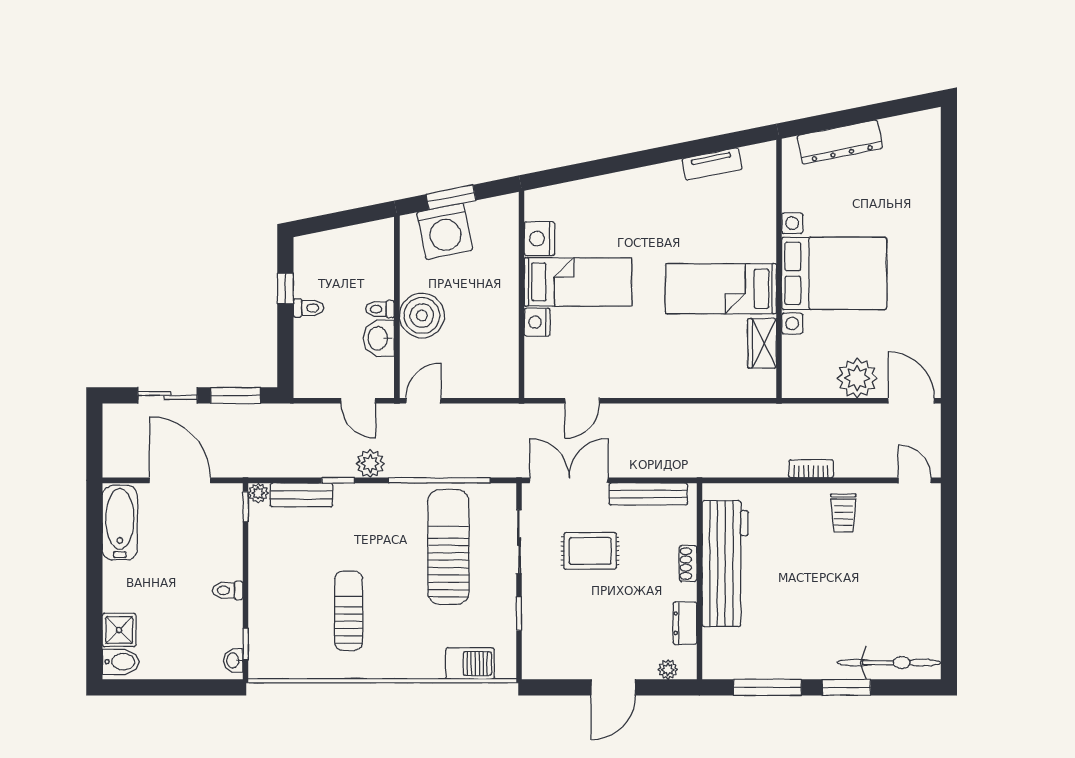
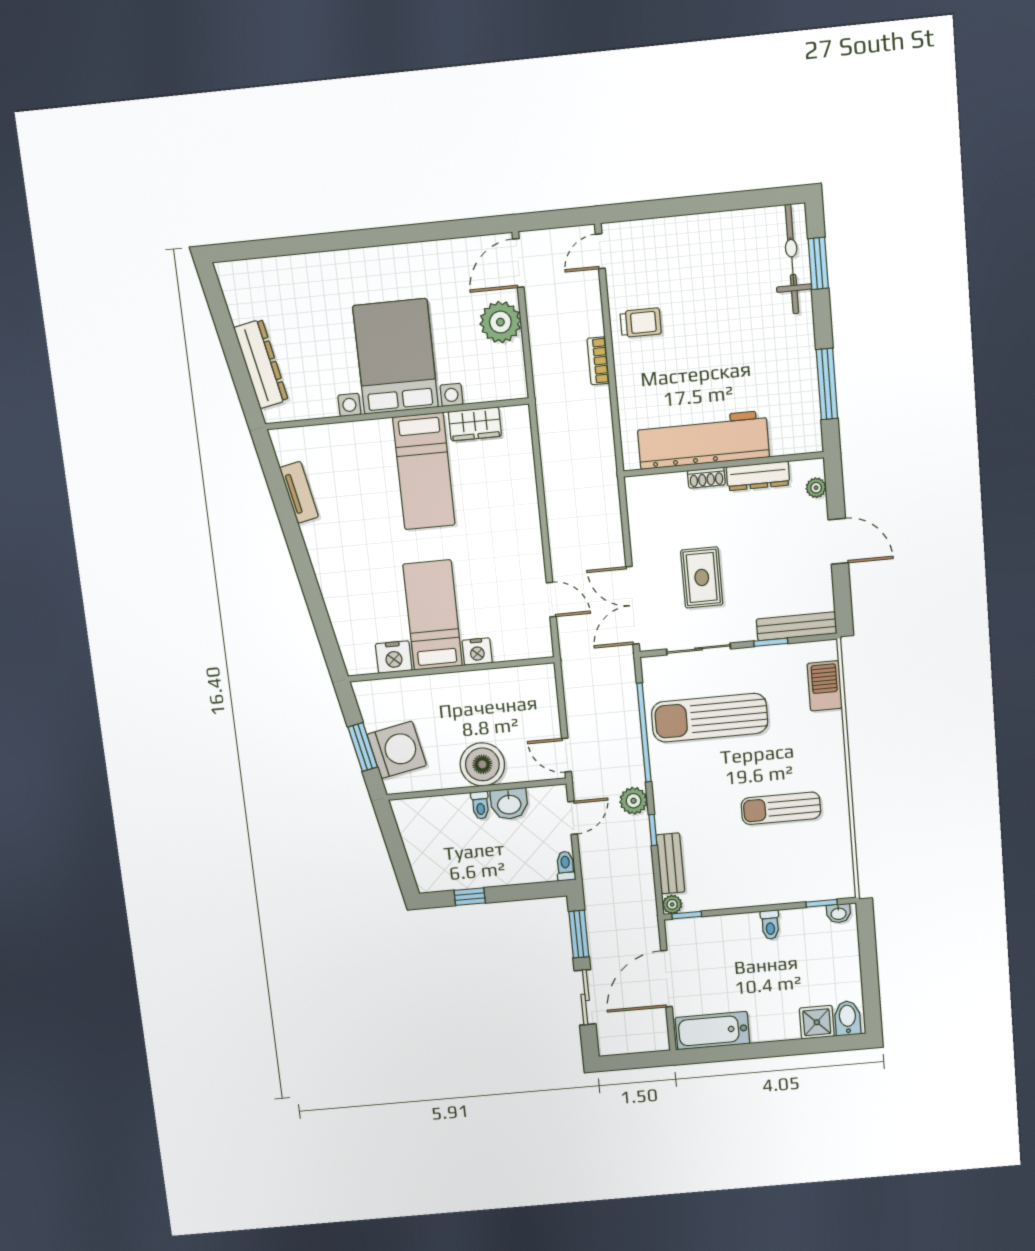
toilet: (309, 308) -> (566, 866), moved
bench: (648, 494) -> (797, 626), moved, turned 90
dresser: (685, 623) -> (758, 476), width x1.44
window: (846, 687) -> (818, 263), moved

